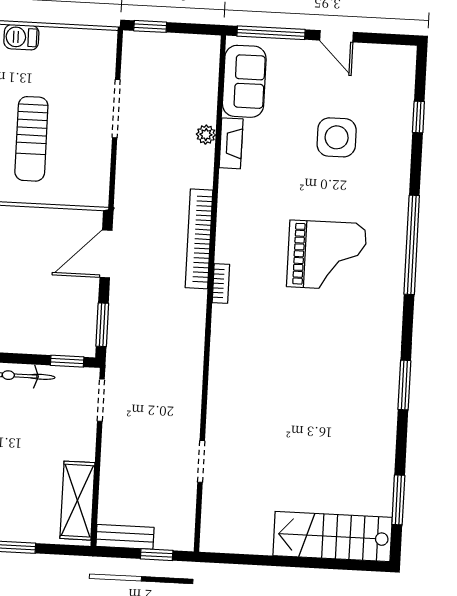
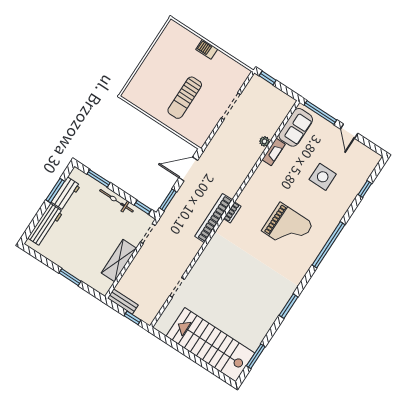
bookcase: (199, 239) -> (214, 218), moved
shelving: (77, 501) -> (119, 261), moved
stairs: (333, 537) -> (210, 345), width x1.36, depth x1.51

